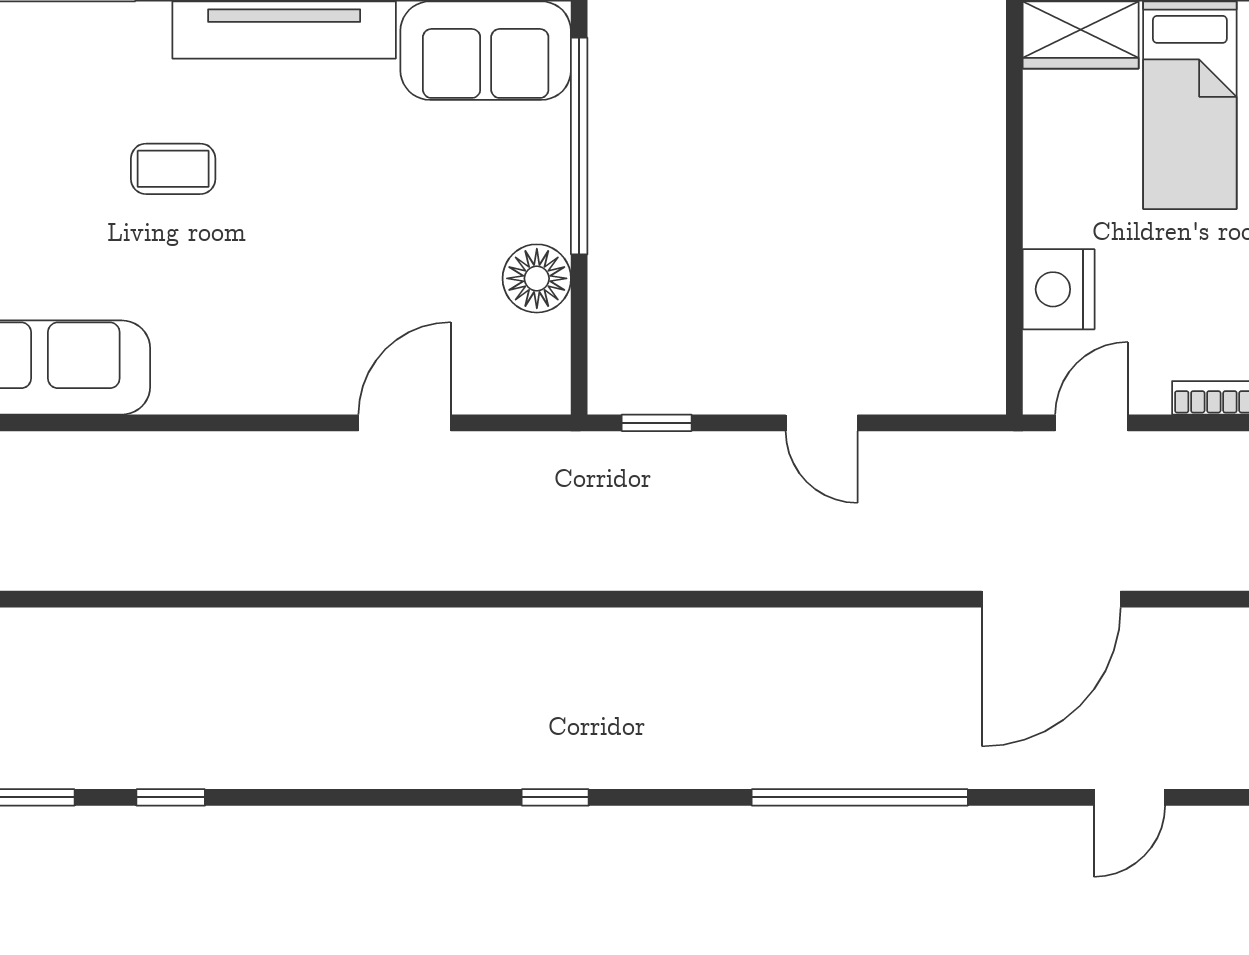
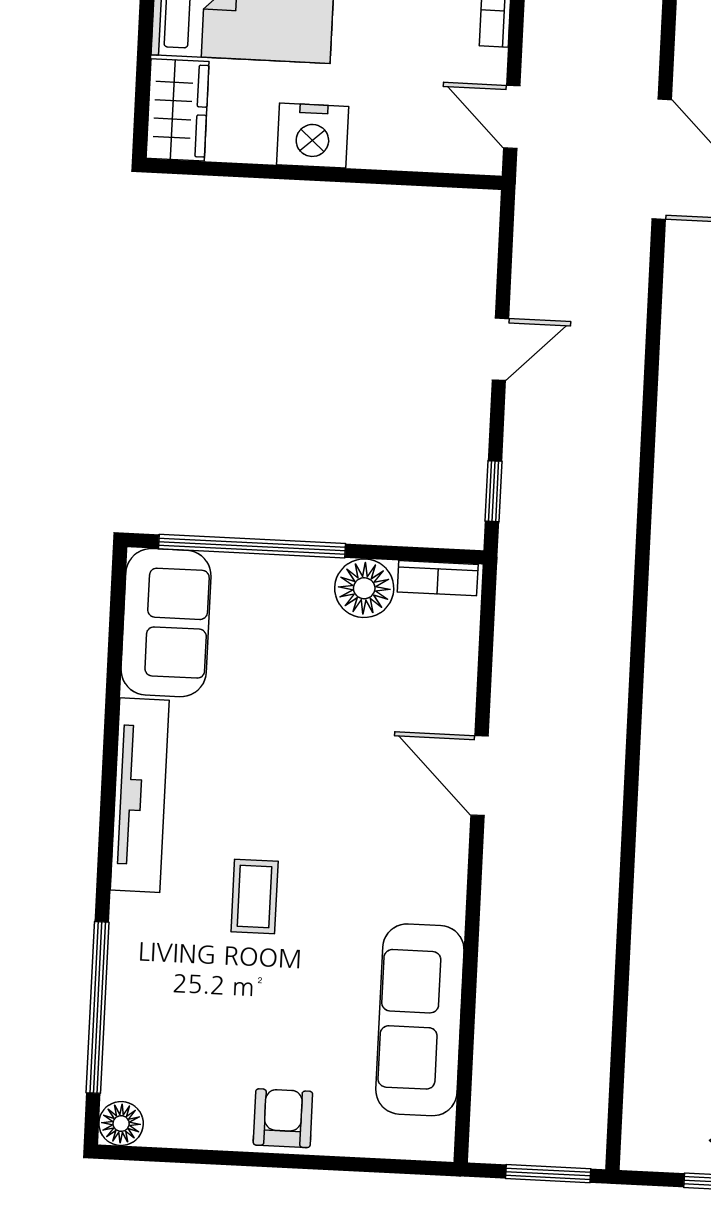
nightstand: (1059, 289) -> (313, 136), moved
bookcase: (553, 363) -> (438, 578), added
door: (405, 423) -> (480, 776), moved

